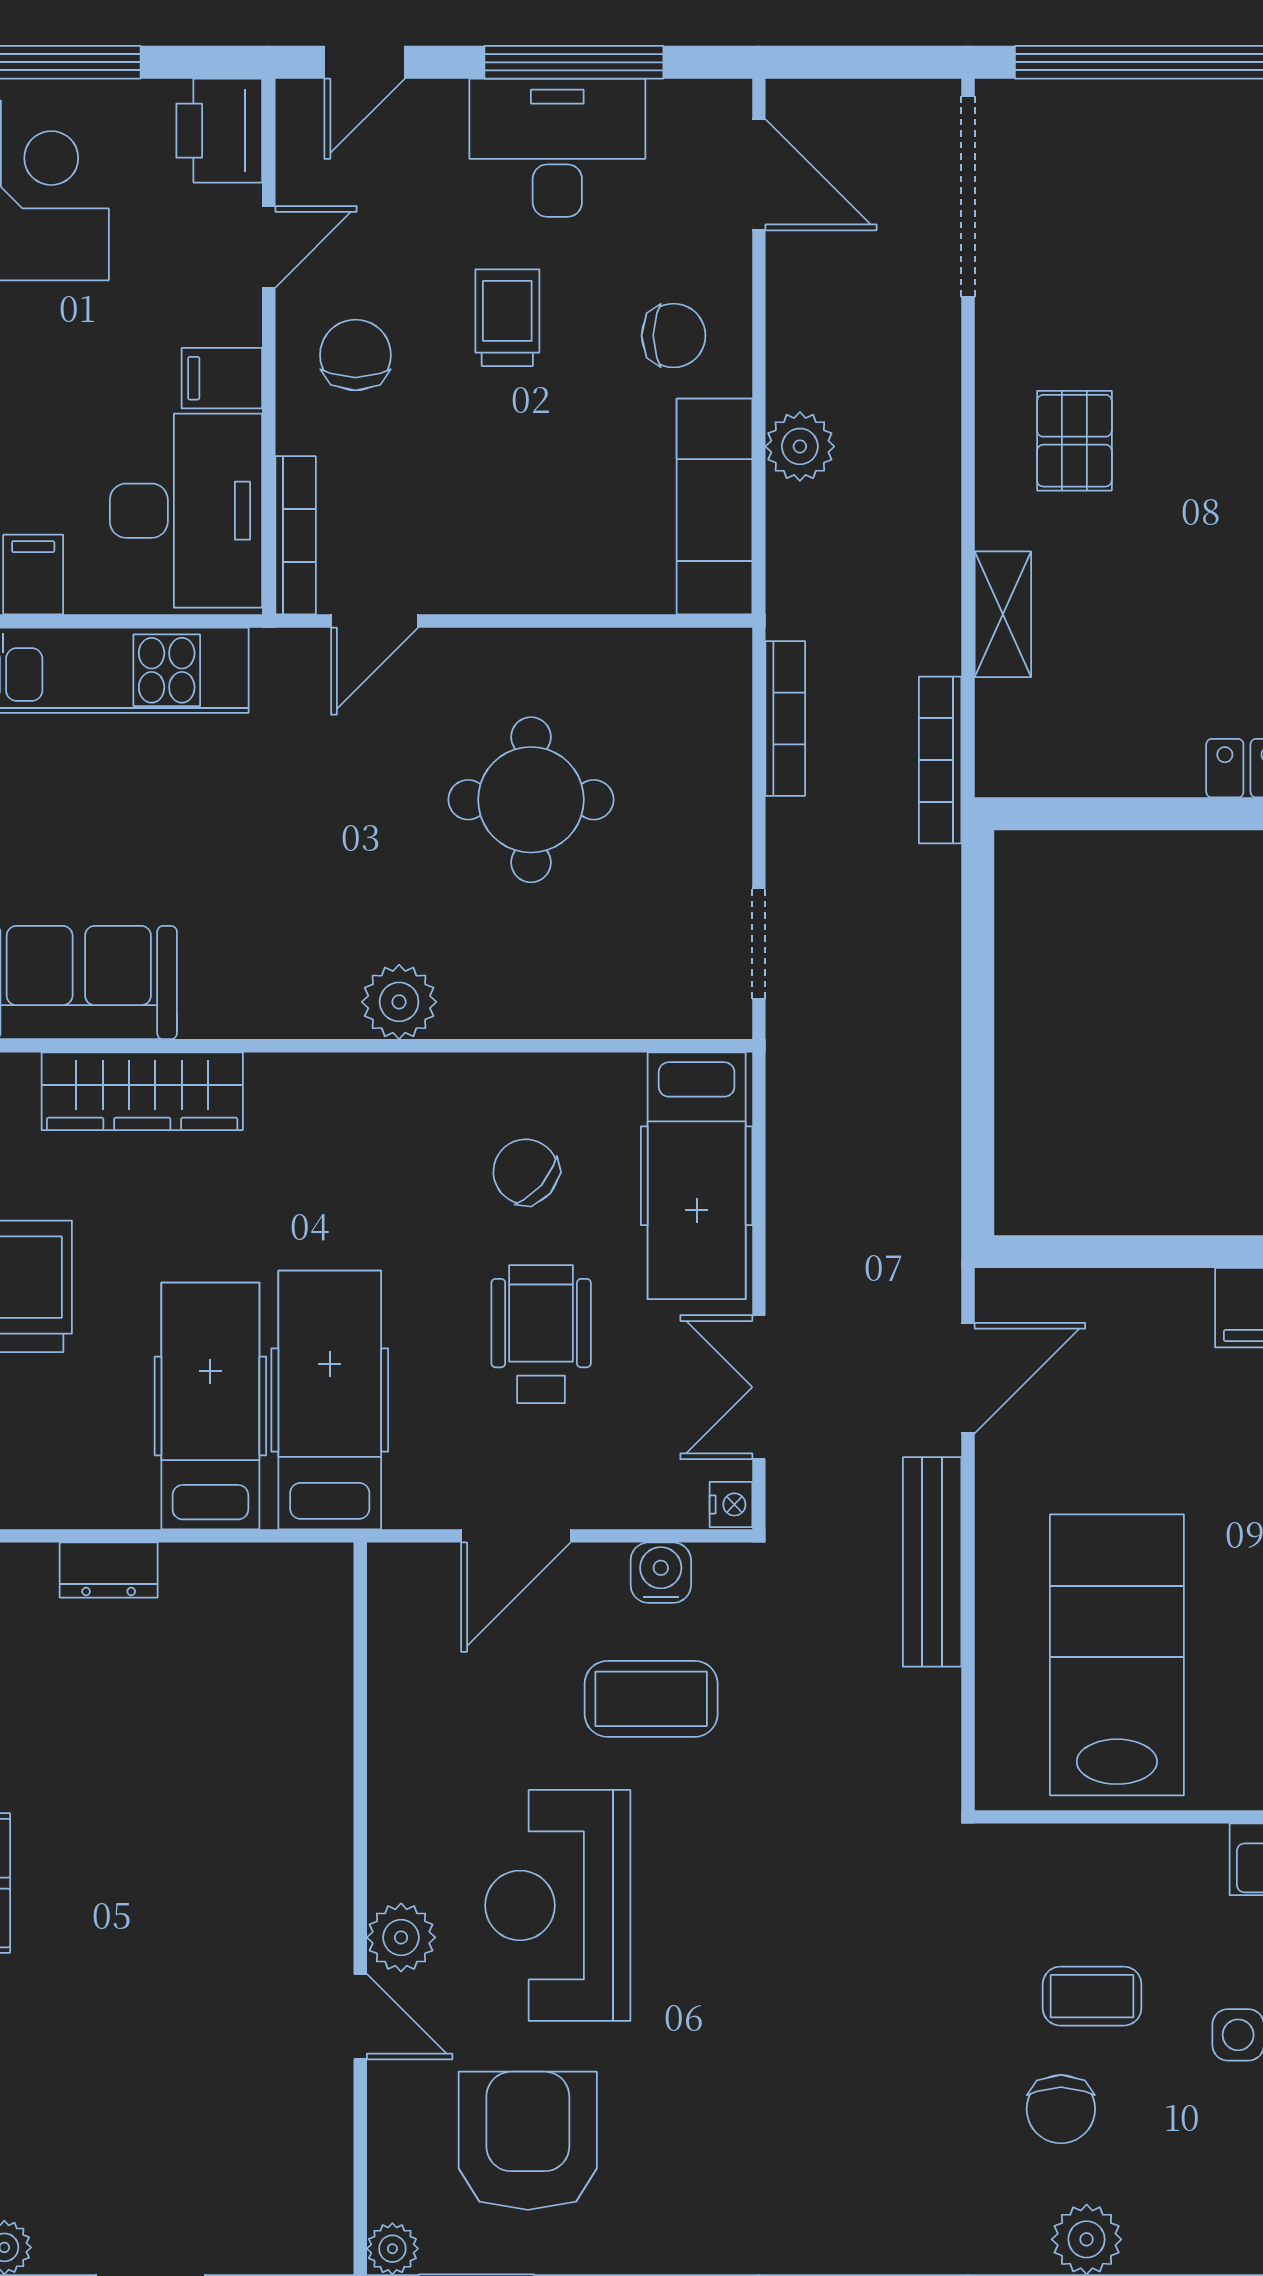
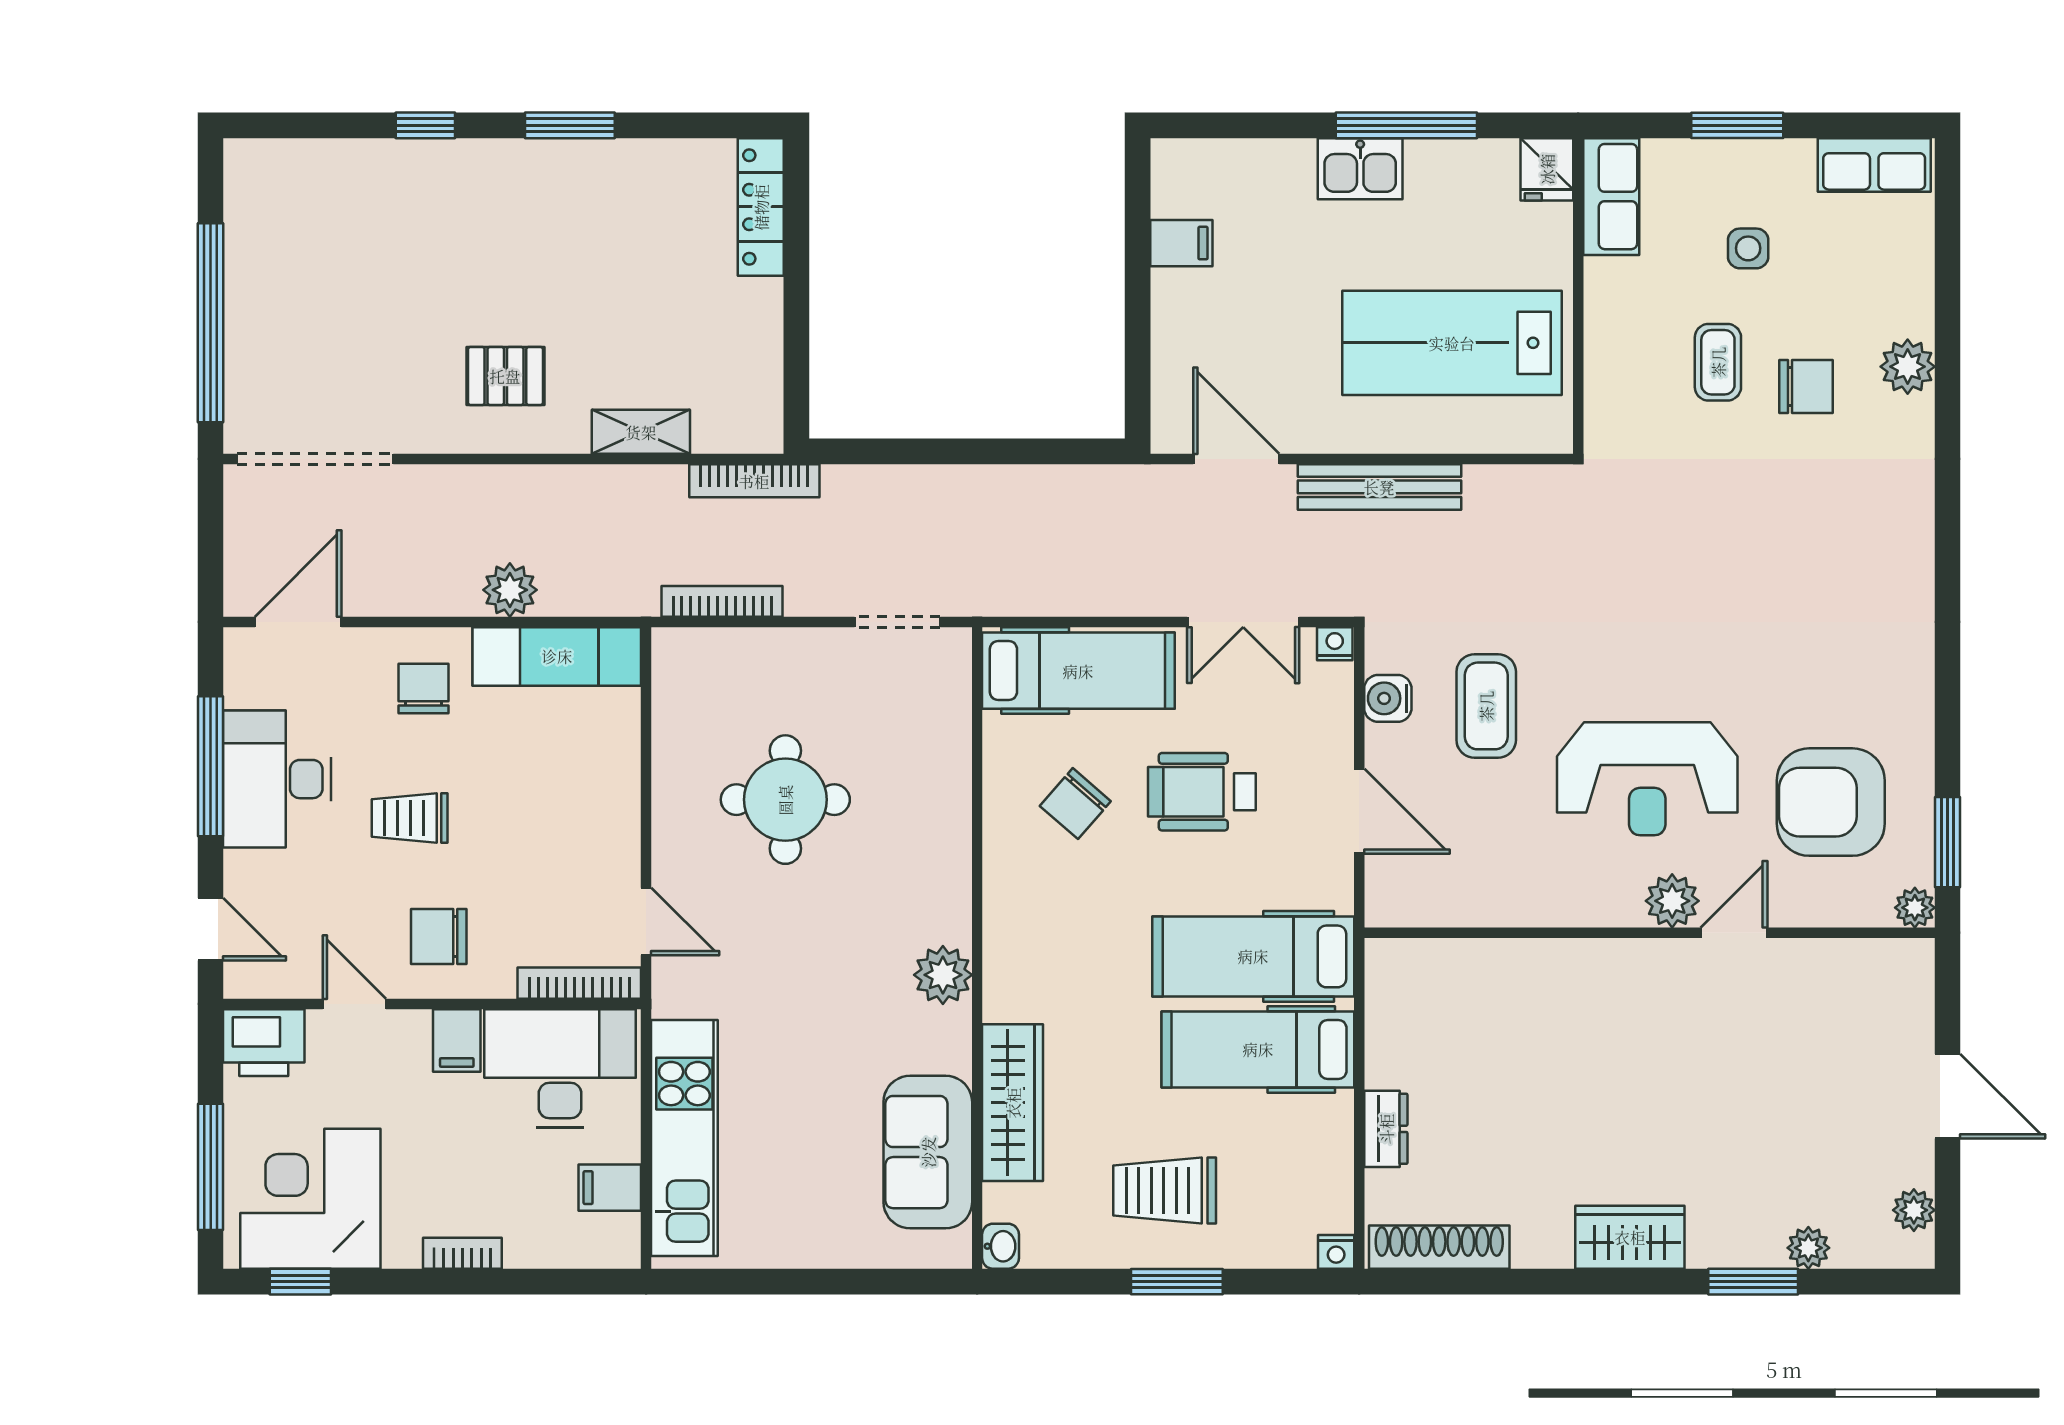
plant: (399, 1002) -> (943, 975), moved

